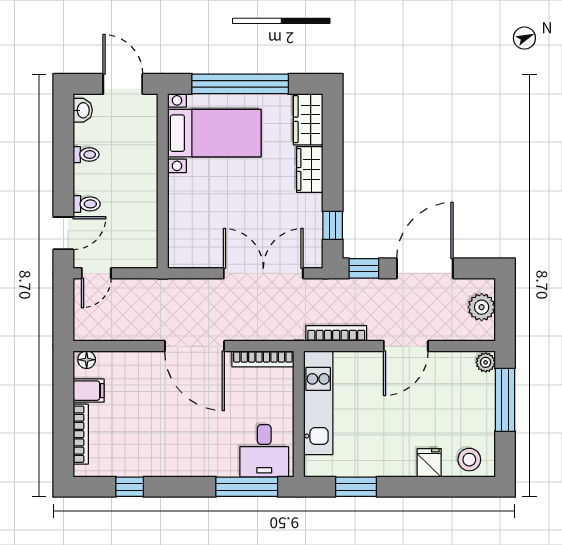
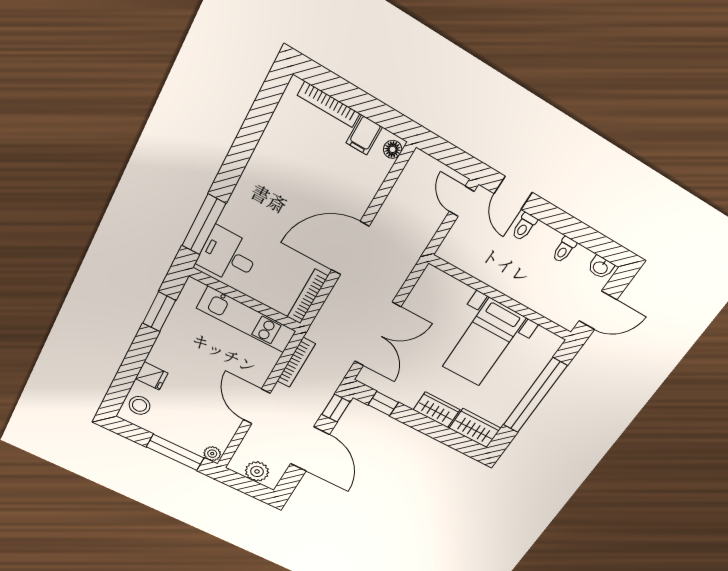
bed with nightstands: (214, 133) -> (484, 342), moved
window: (130, 487) -> (256, 122), removed

